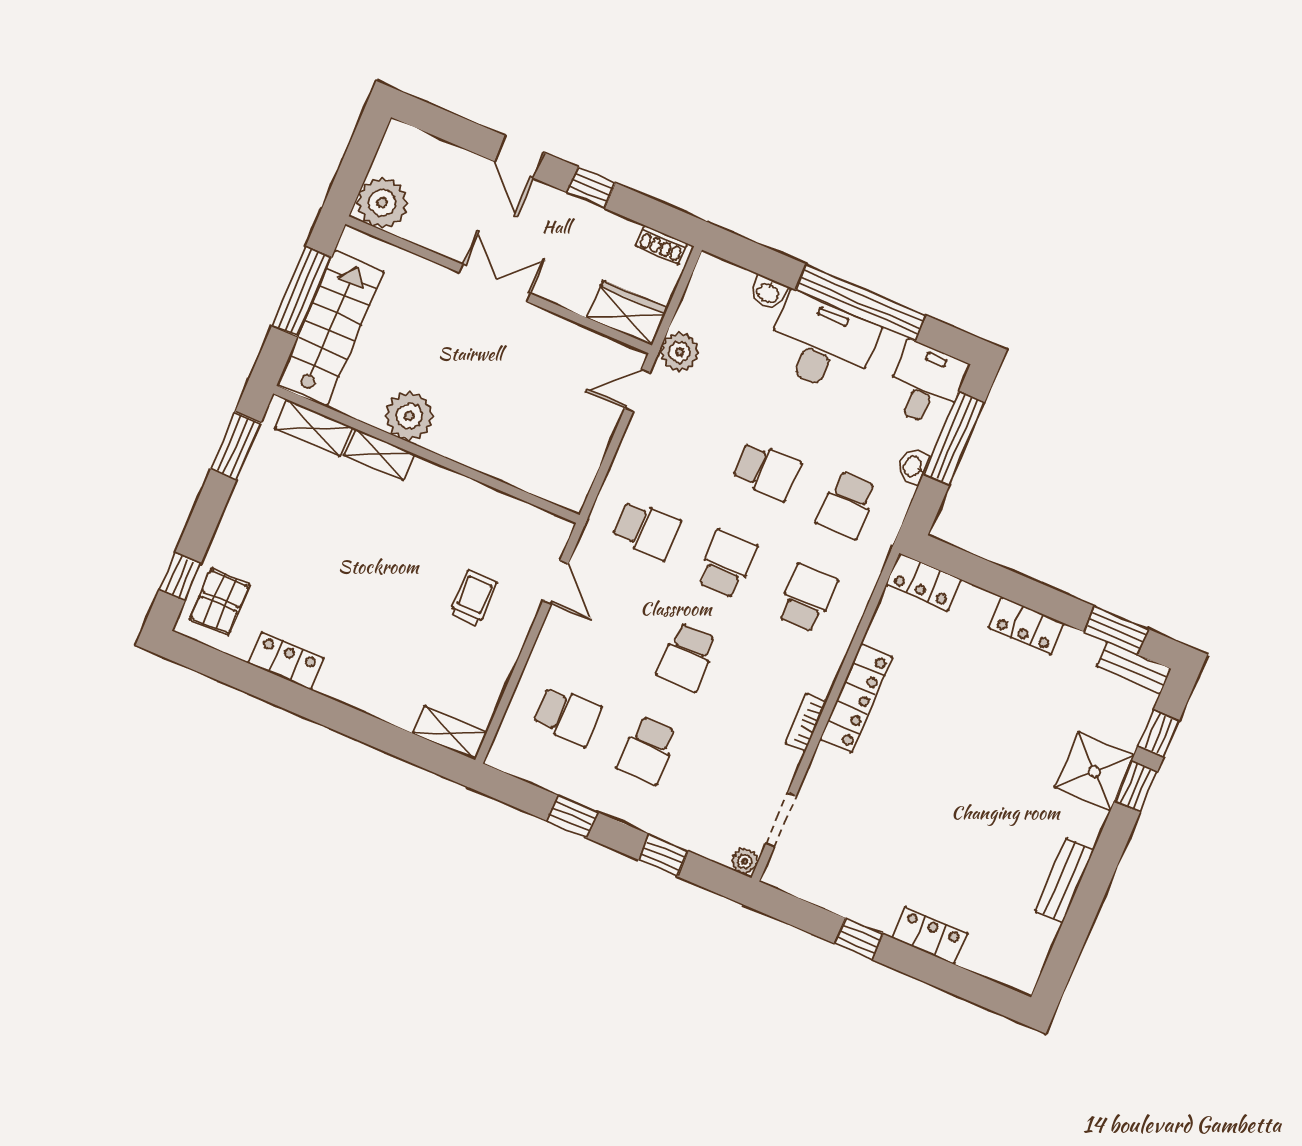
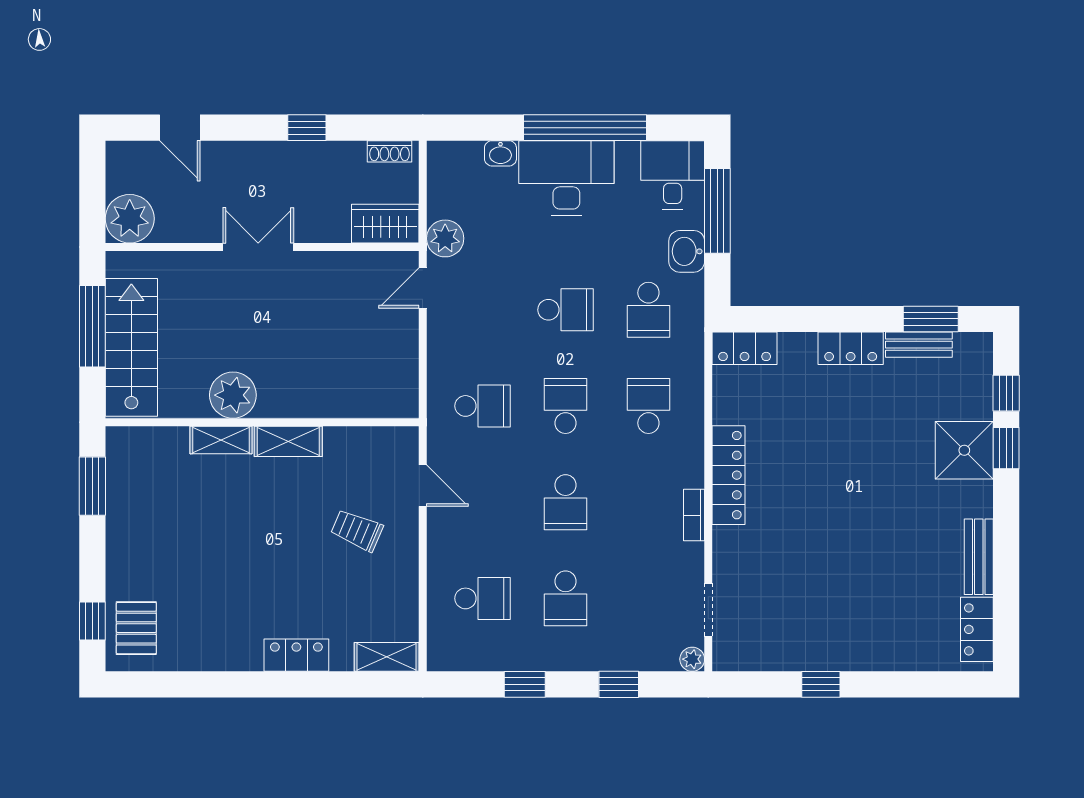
door: (519, 157) -> (180, 128), moved
shelving: (313, 428) -> (288, 441), moved
washbasin: (913, 466) -> (687, 251), width x1.38, depth x1.45
trolley: (473, 598) -> (357, 530), turned -67
locker: (286, 661) -> (296, 655), moved
bench: (1134, 667) -> (919, 345), moved
locker: (930, 936) -> (977, 629), moved, turned -90

